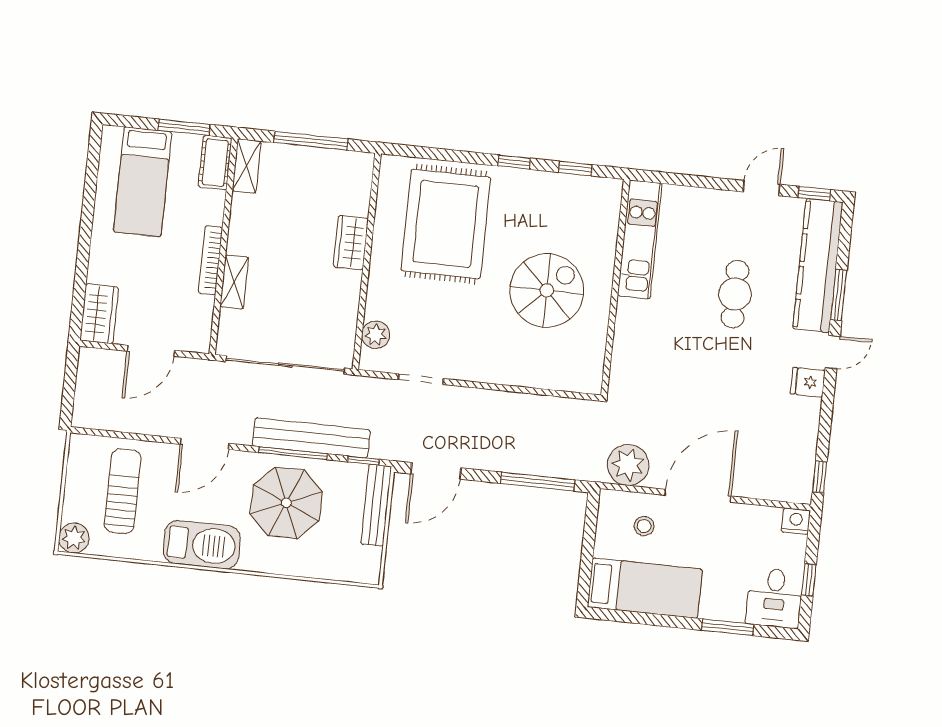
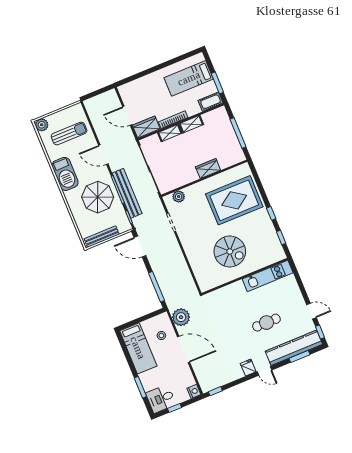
shelving: (247, 166) -> (191, 124), moved
window: (839, 295) -> (299, 356), moved
wardrobe: (99, 314) -> (146, 127), moved, turned 180
bench: (376, 505) -> (102, 237), moved

